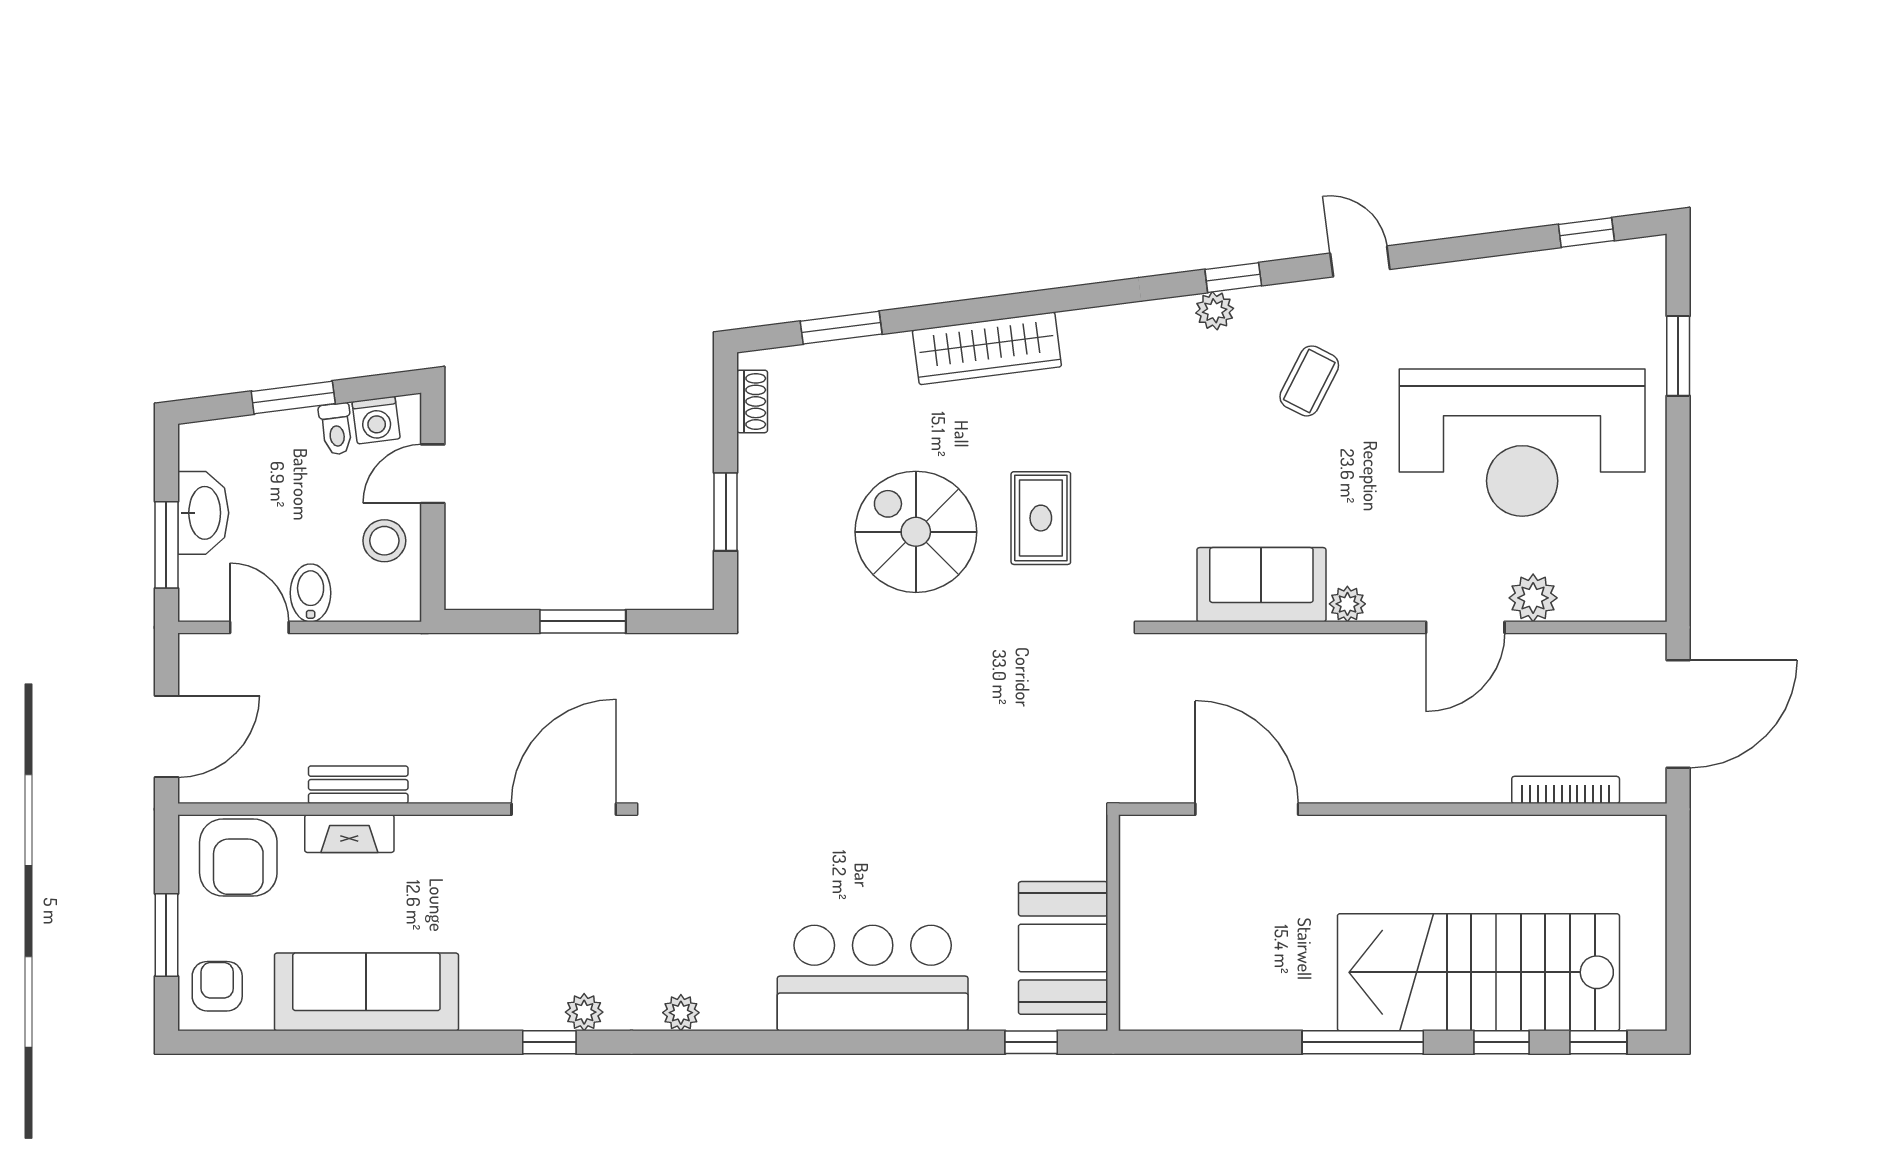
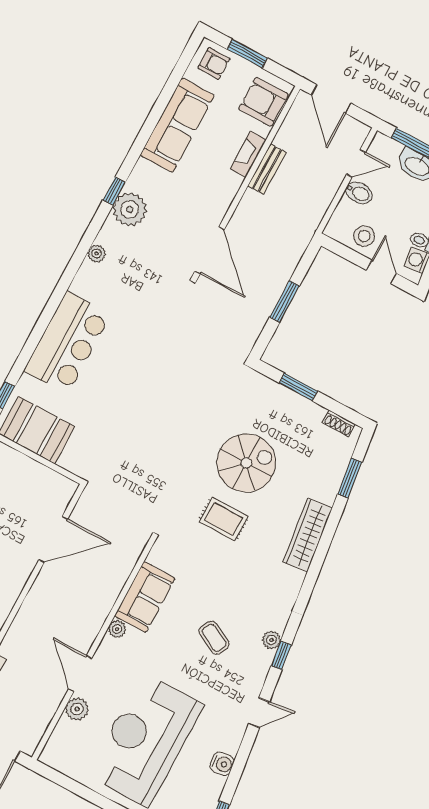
water cooler: (1490, 278) -> (222, 764), added
coffee table: (1309, 381) -> (214, 638), moved
plant: (584, 1012) -> (130, 209), width x1.87, depth x1.87

